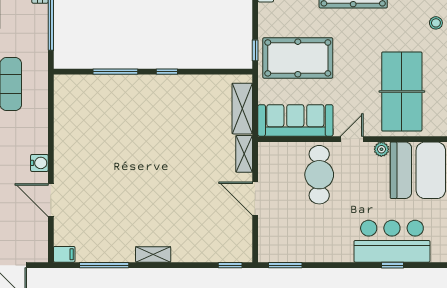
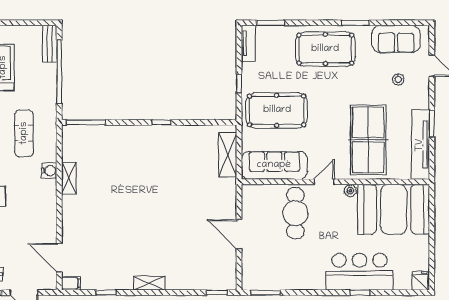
window: (255, 50) -> (239, 83), moved
window: (115, 72) -> (86, 122), moved
shelving: (244, 154) -> (69, 178), moved
water cooler: (39, 163) -> (49, 171), moved
door: (51, 200) -> (59, 258), moved
window: (104, 265) -> (106, 293), width x0.46

